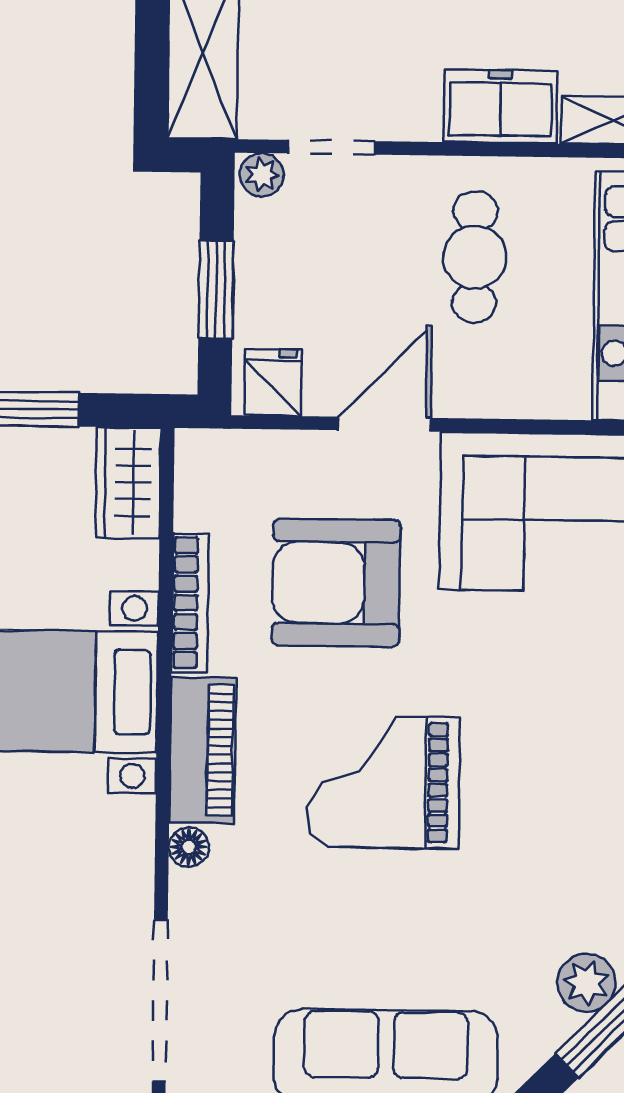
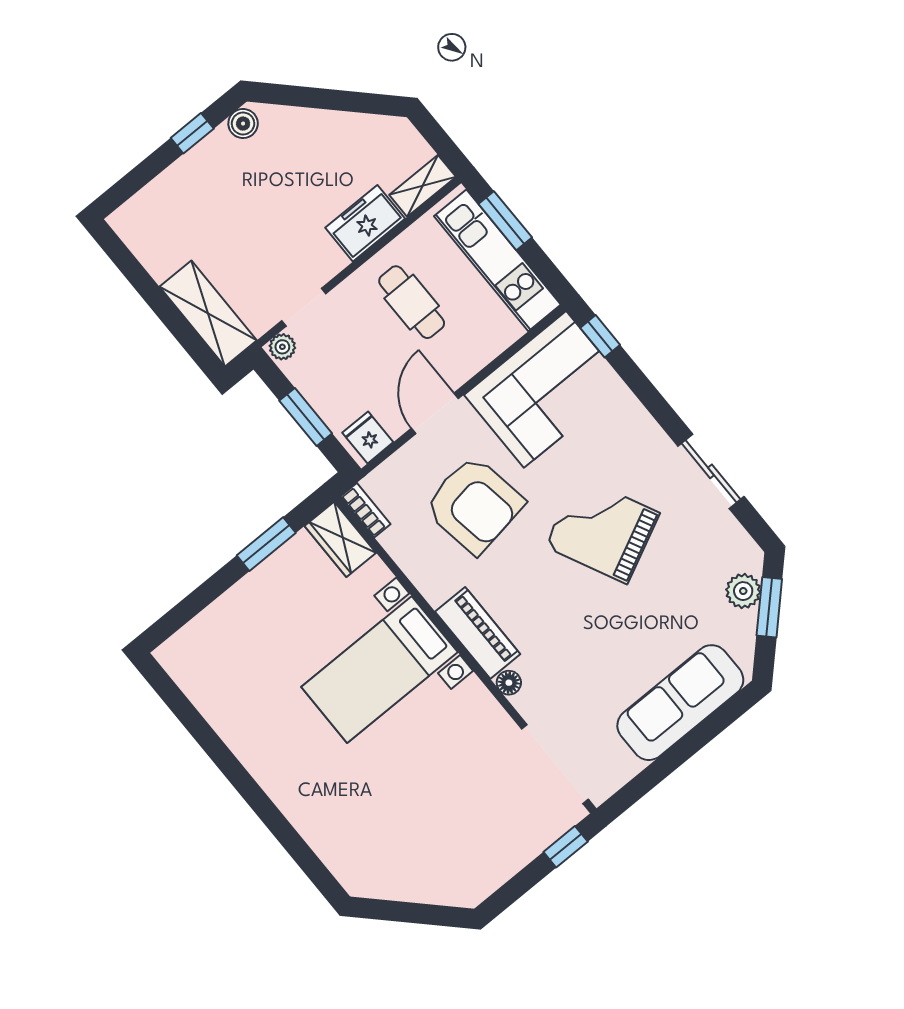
armchair: (336, 583) -> (474, 505), turned -99
bookcase: (190, 603) -> (366, 510), moved, width x0.64
grand piano: (383, 782) -> (602, 530), moved, turned 64

